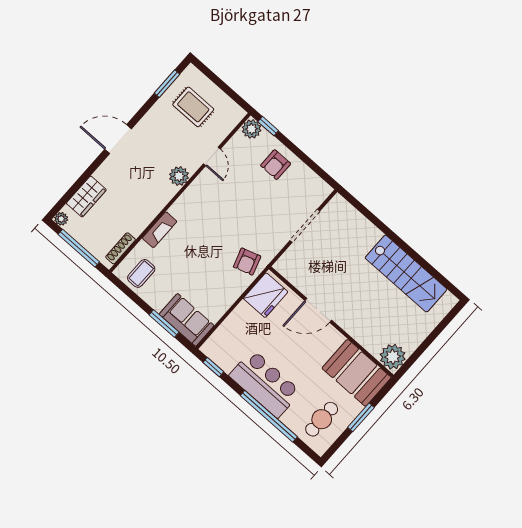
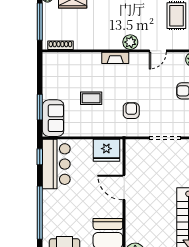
fireplace: (160, 230) -> (115, 58), moved
armchair: (247, 262) -> (131, 111), moved, turned 108
coffee table: (141, 273) -> (91, 98), moved
bar counter: (265, 384) -> (56, 164), moved

